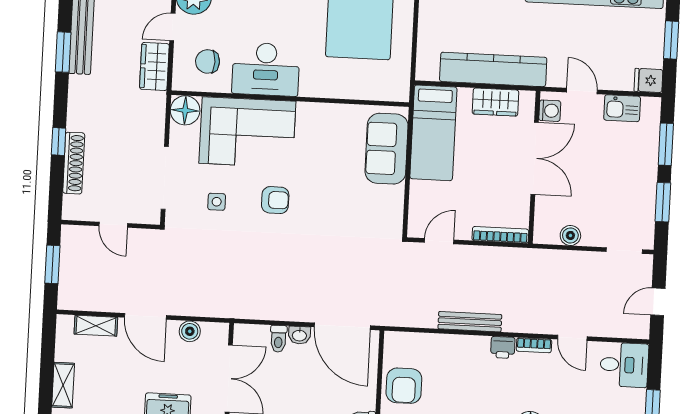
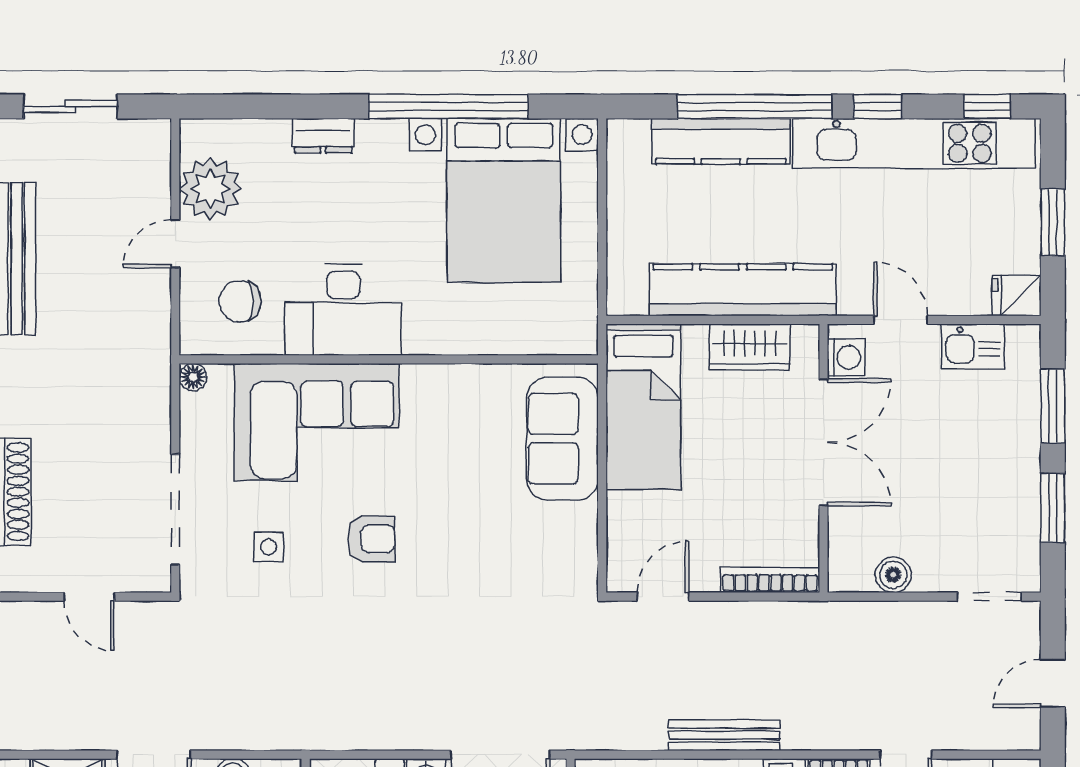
wardrobe: (154, 66) -> (147, 315), removed
floor lamp: (185, 110) -> (193, 377), width x0.53, depth x0.53

